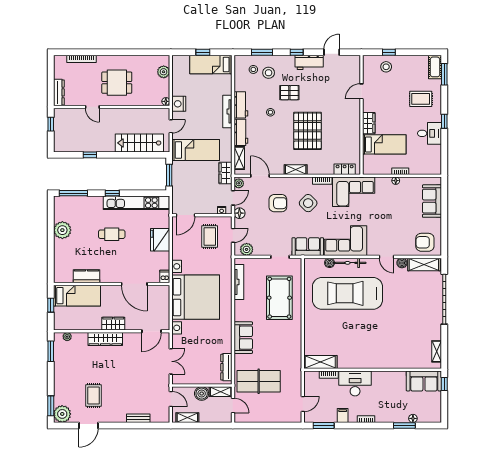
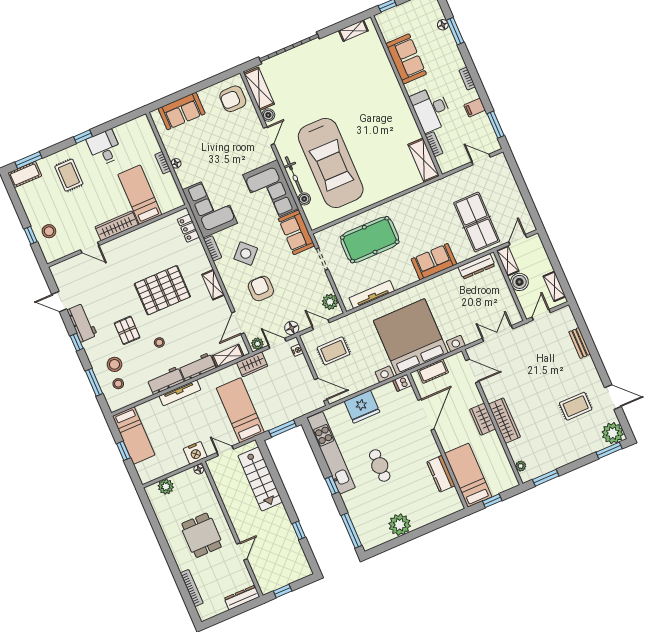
wardrobe: (369, 123) -> (117, 226), width x1.50
armchair: (425, 242) -> (233, 99), turned 90
cot: (164, 303) -> (433, 371), added
sofa: (424, 381) -> (406, 59), moved

